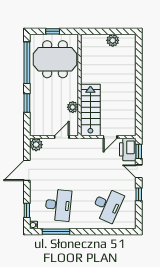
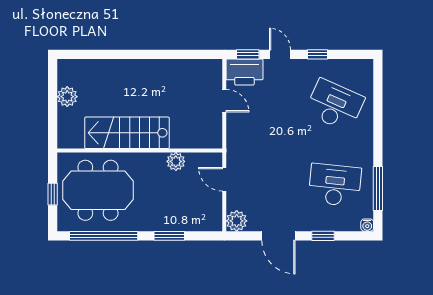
meeting table: (55, 59) -> (98, 190), turned 90
stairs: (90, 110) -> (127, 133), moved
door: (139, 171) -> (280, 54), swing flipped
window: (27, 210) -> (323, 236), moved

